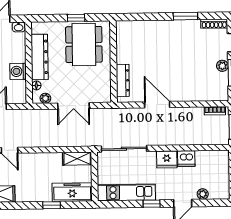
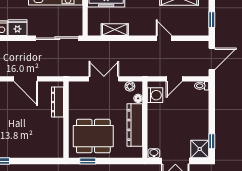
window: (76, 18) -> (88, 161), moved
dining table: (84, 44) -> (93, 136), turned 90
washing machine: (18, 71) -> (155, 95), moved
shelving: (77, 159) -> (115, 30), moved

